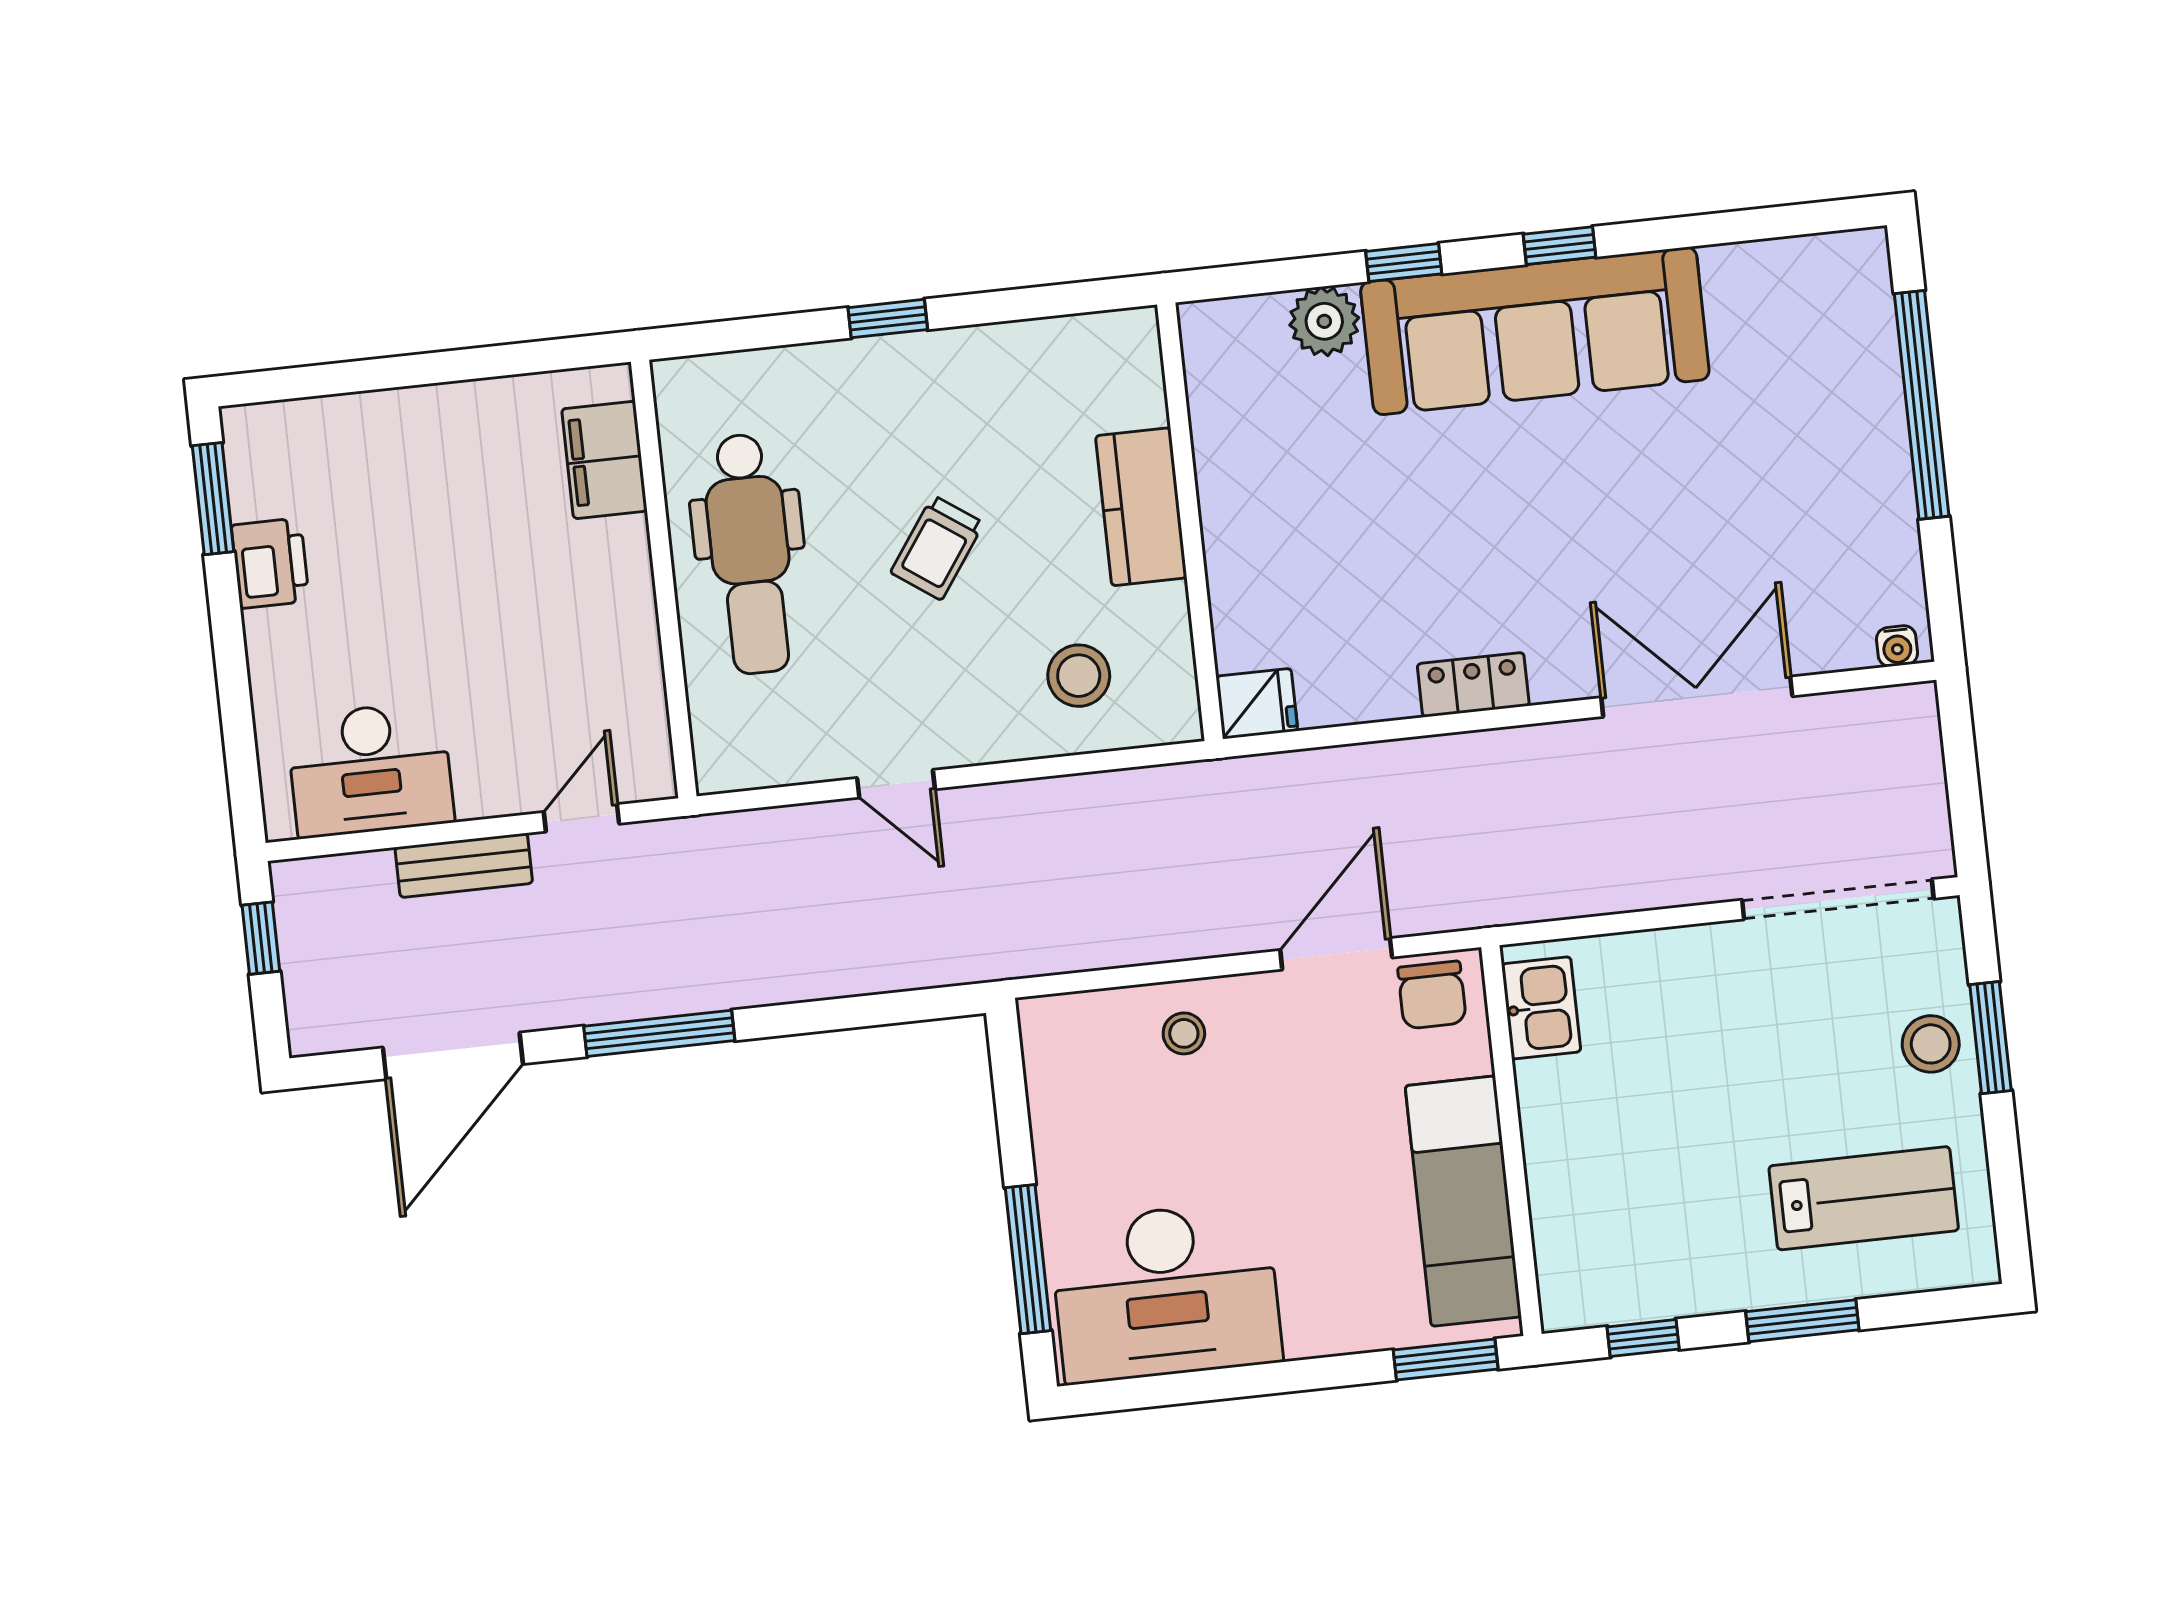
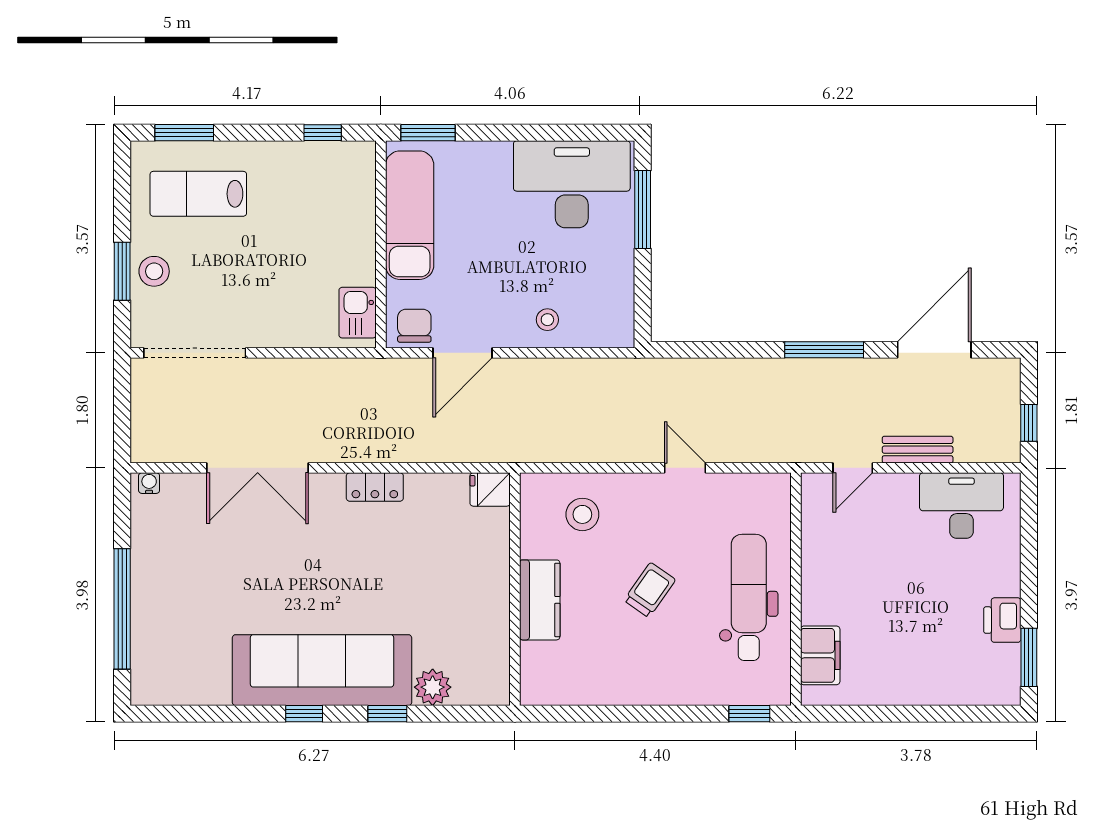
window: (888, 319) -> (749, 714), moved
window: (1802, 1321) -> (184, 133), moved

